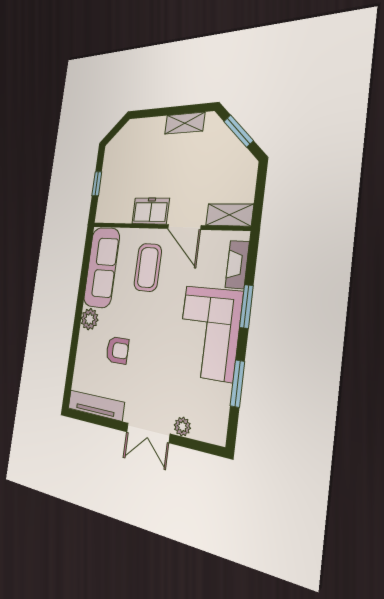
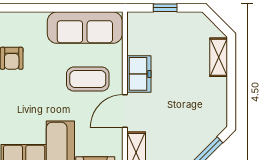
shelving: (185, 123) -> (219, 57), moved
plant: (90, 319) -> (36, 22), removed

